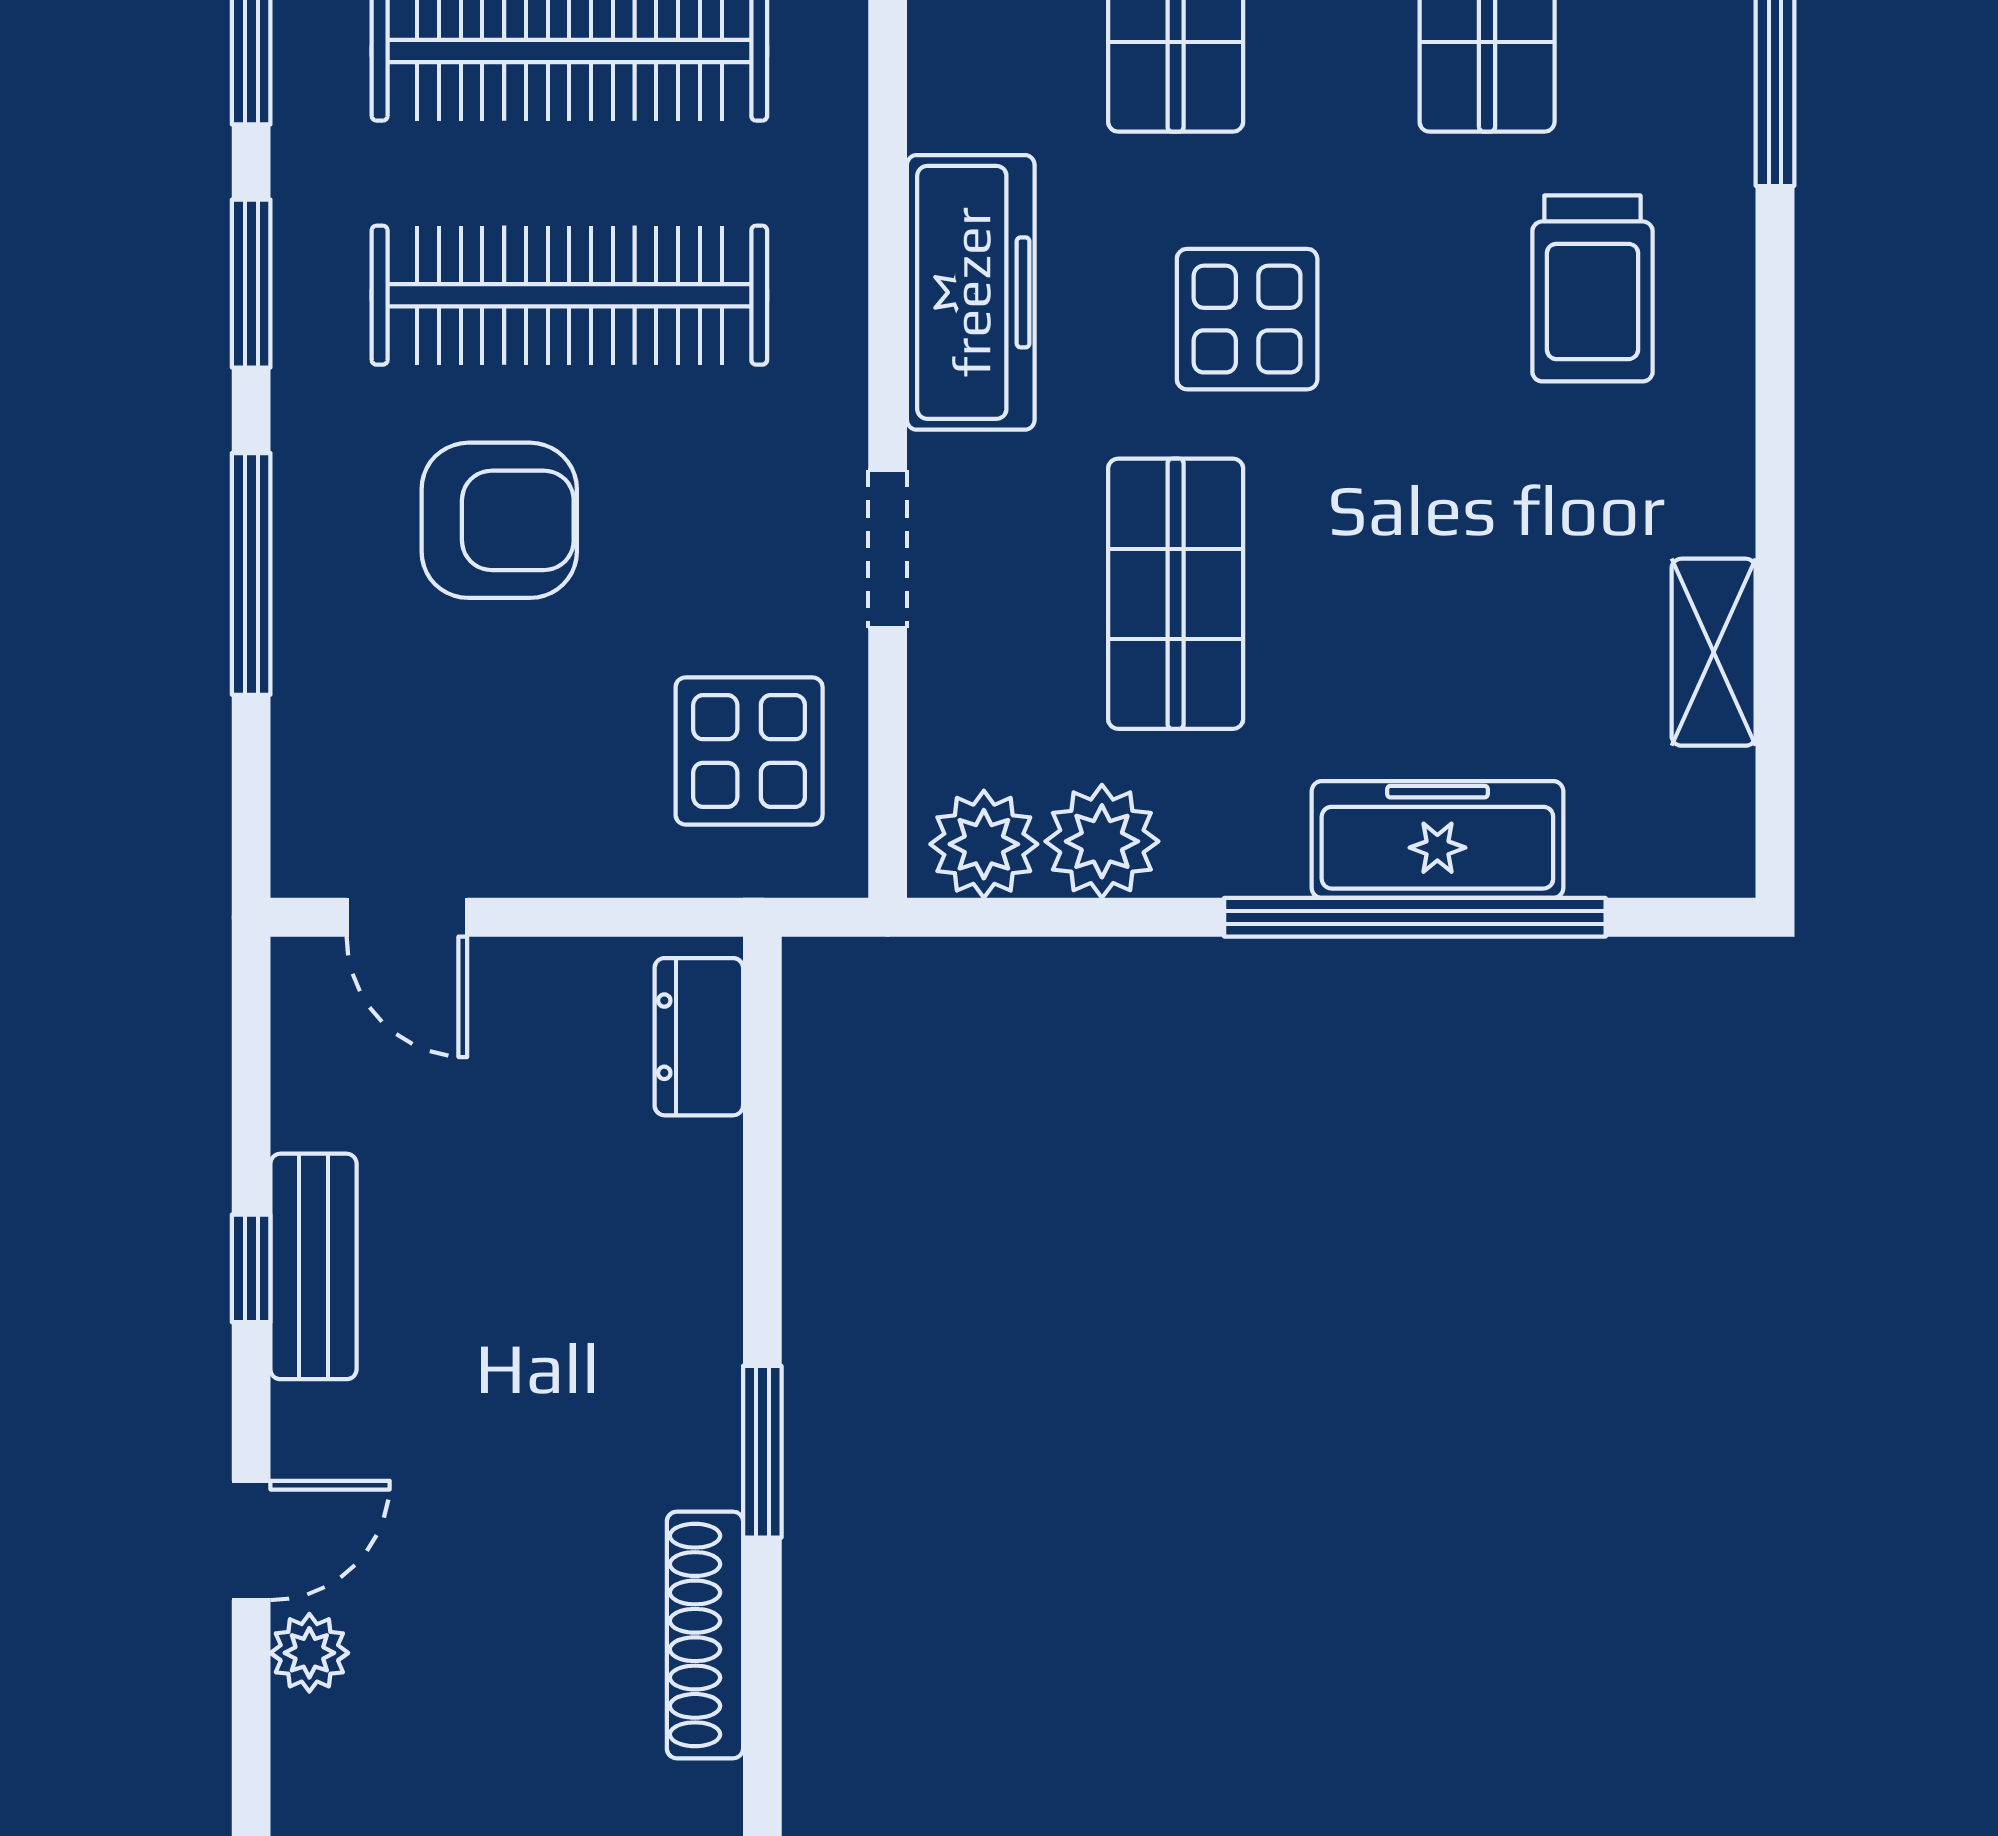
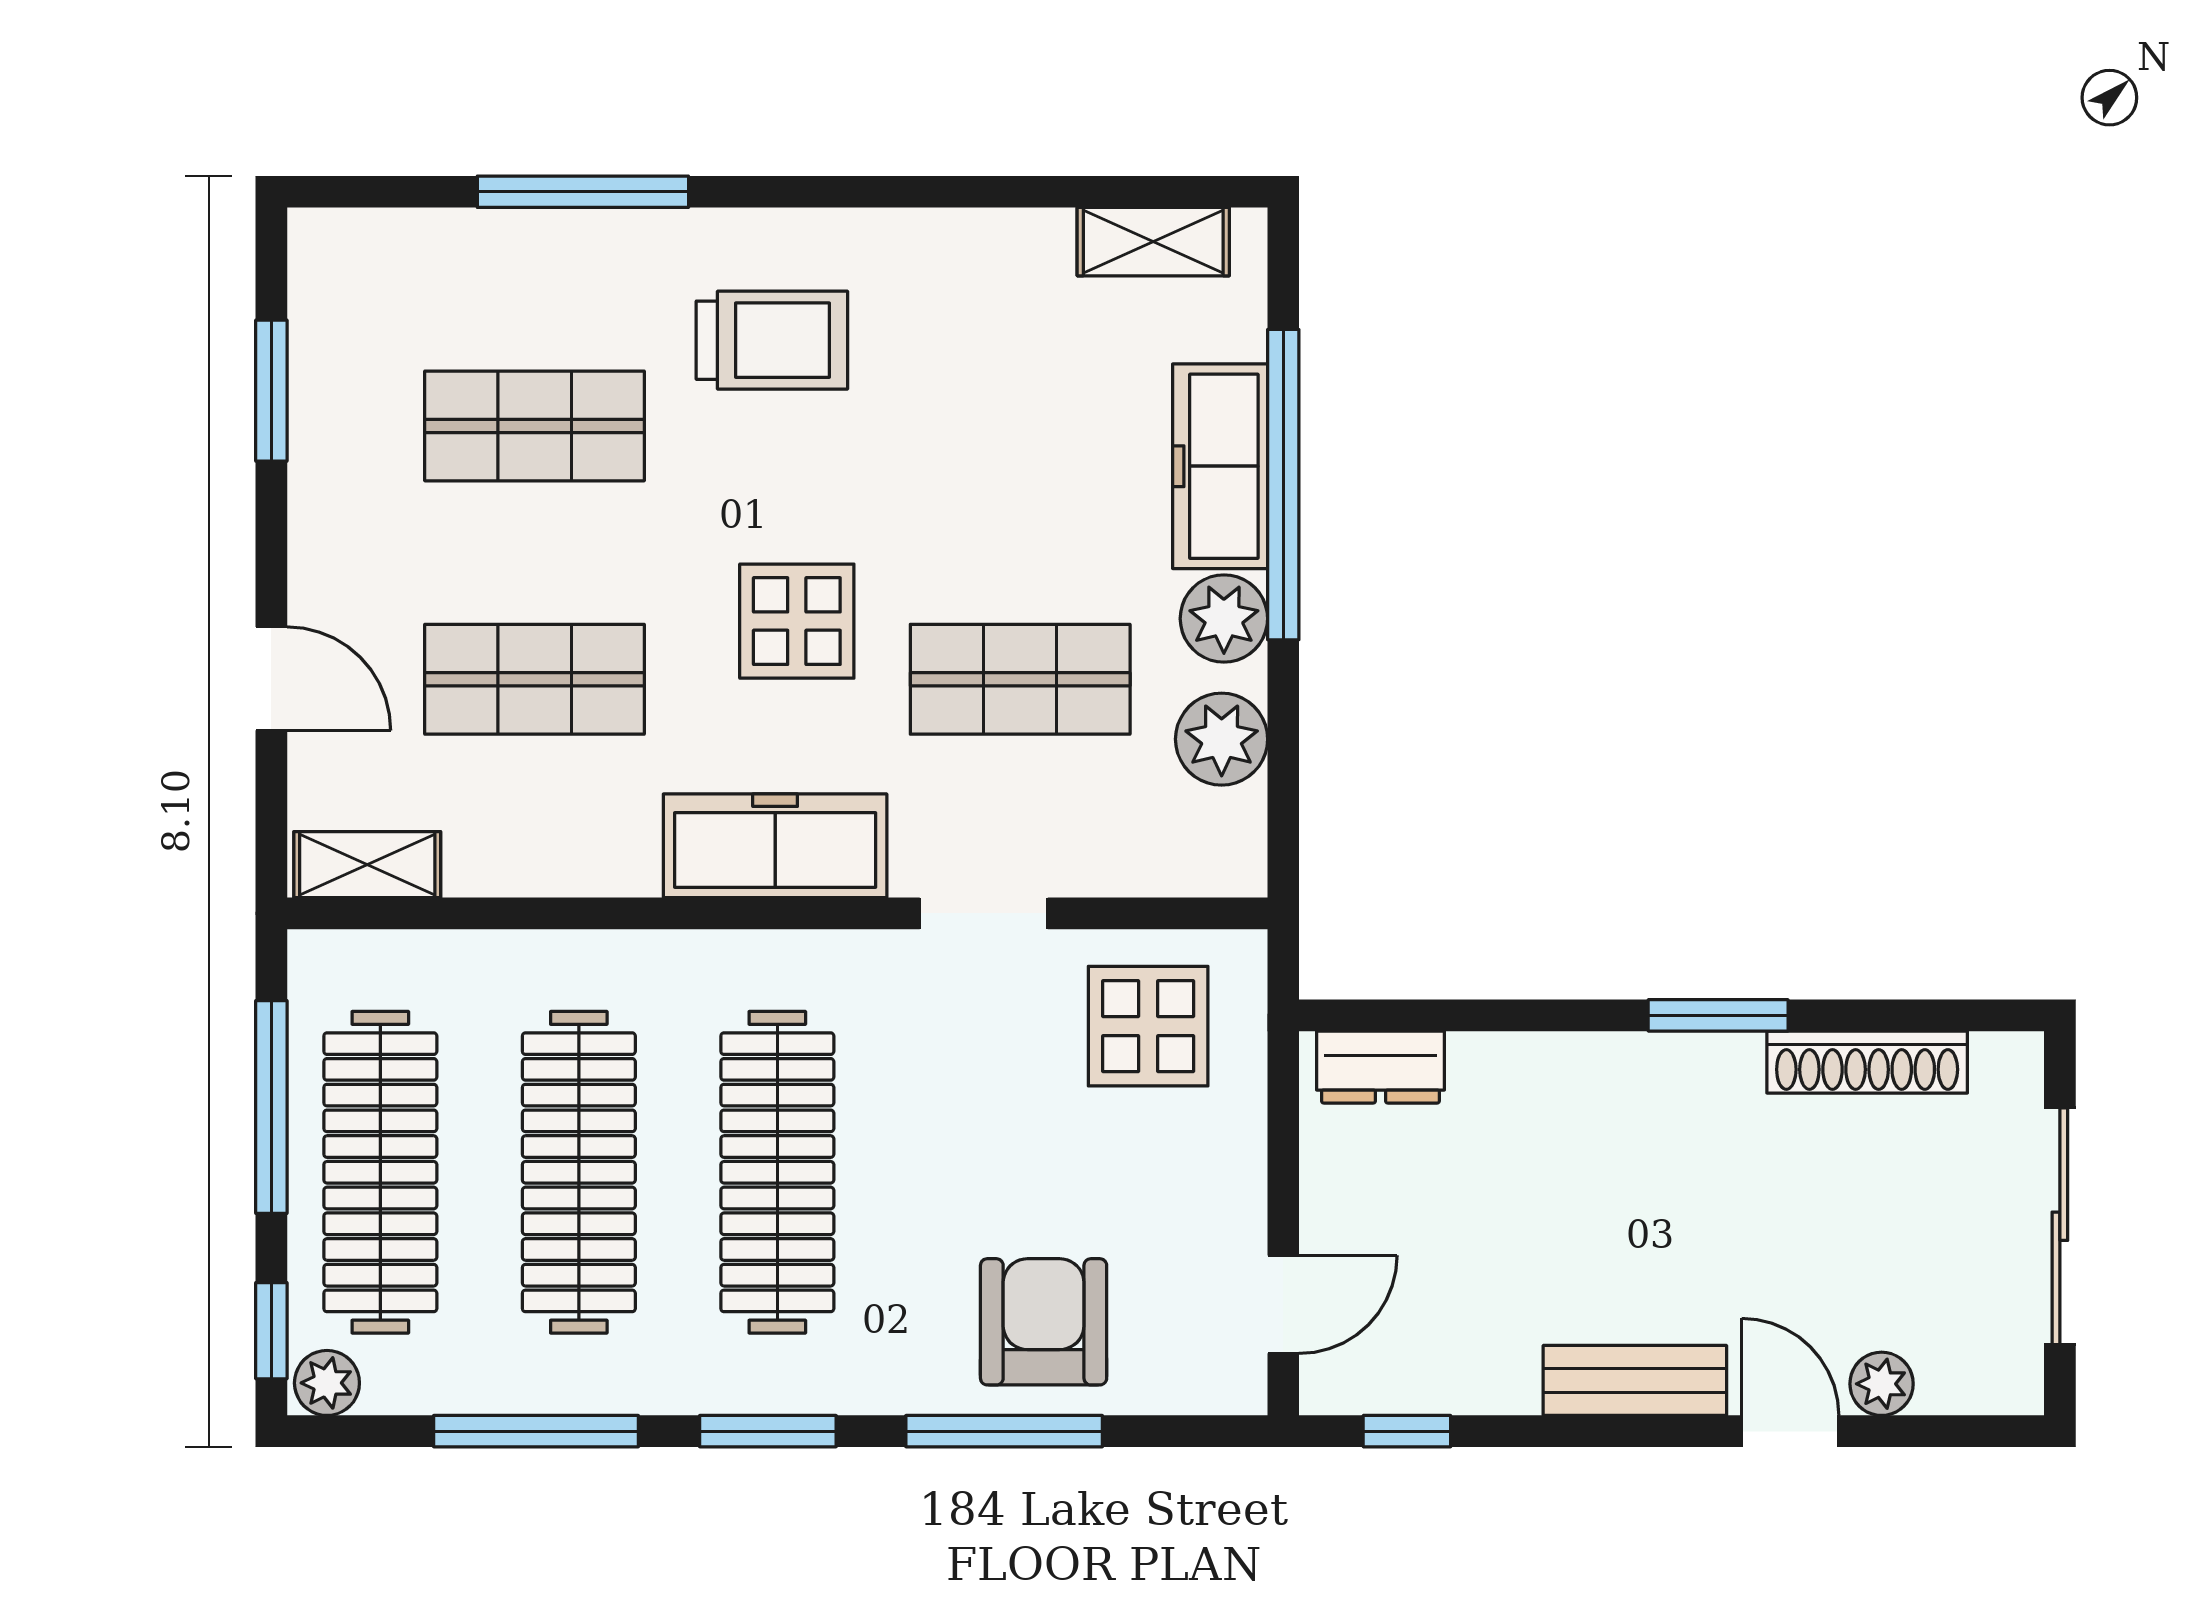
armchair: (499, 520) -> (1044, 1322), moved
shelving: (1714, 652) -> (1153, 242), moved
plant: (984, 844) -> (1224, 619), moved
bench: (313, 1266) -> (1635, 1380), moved
window: (251, 1268) -> (1407, 1431), moved

